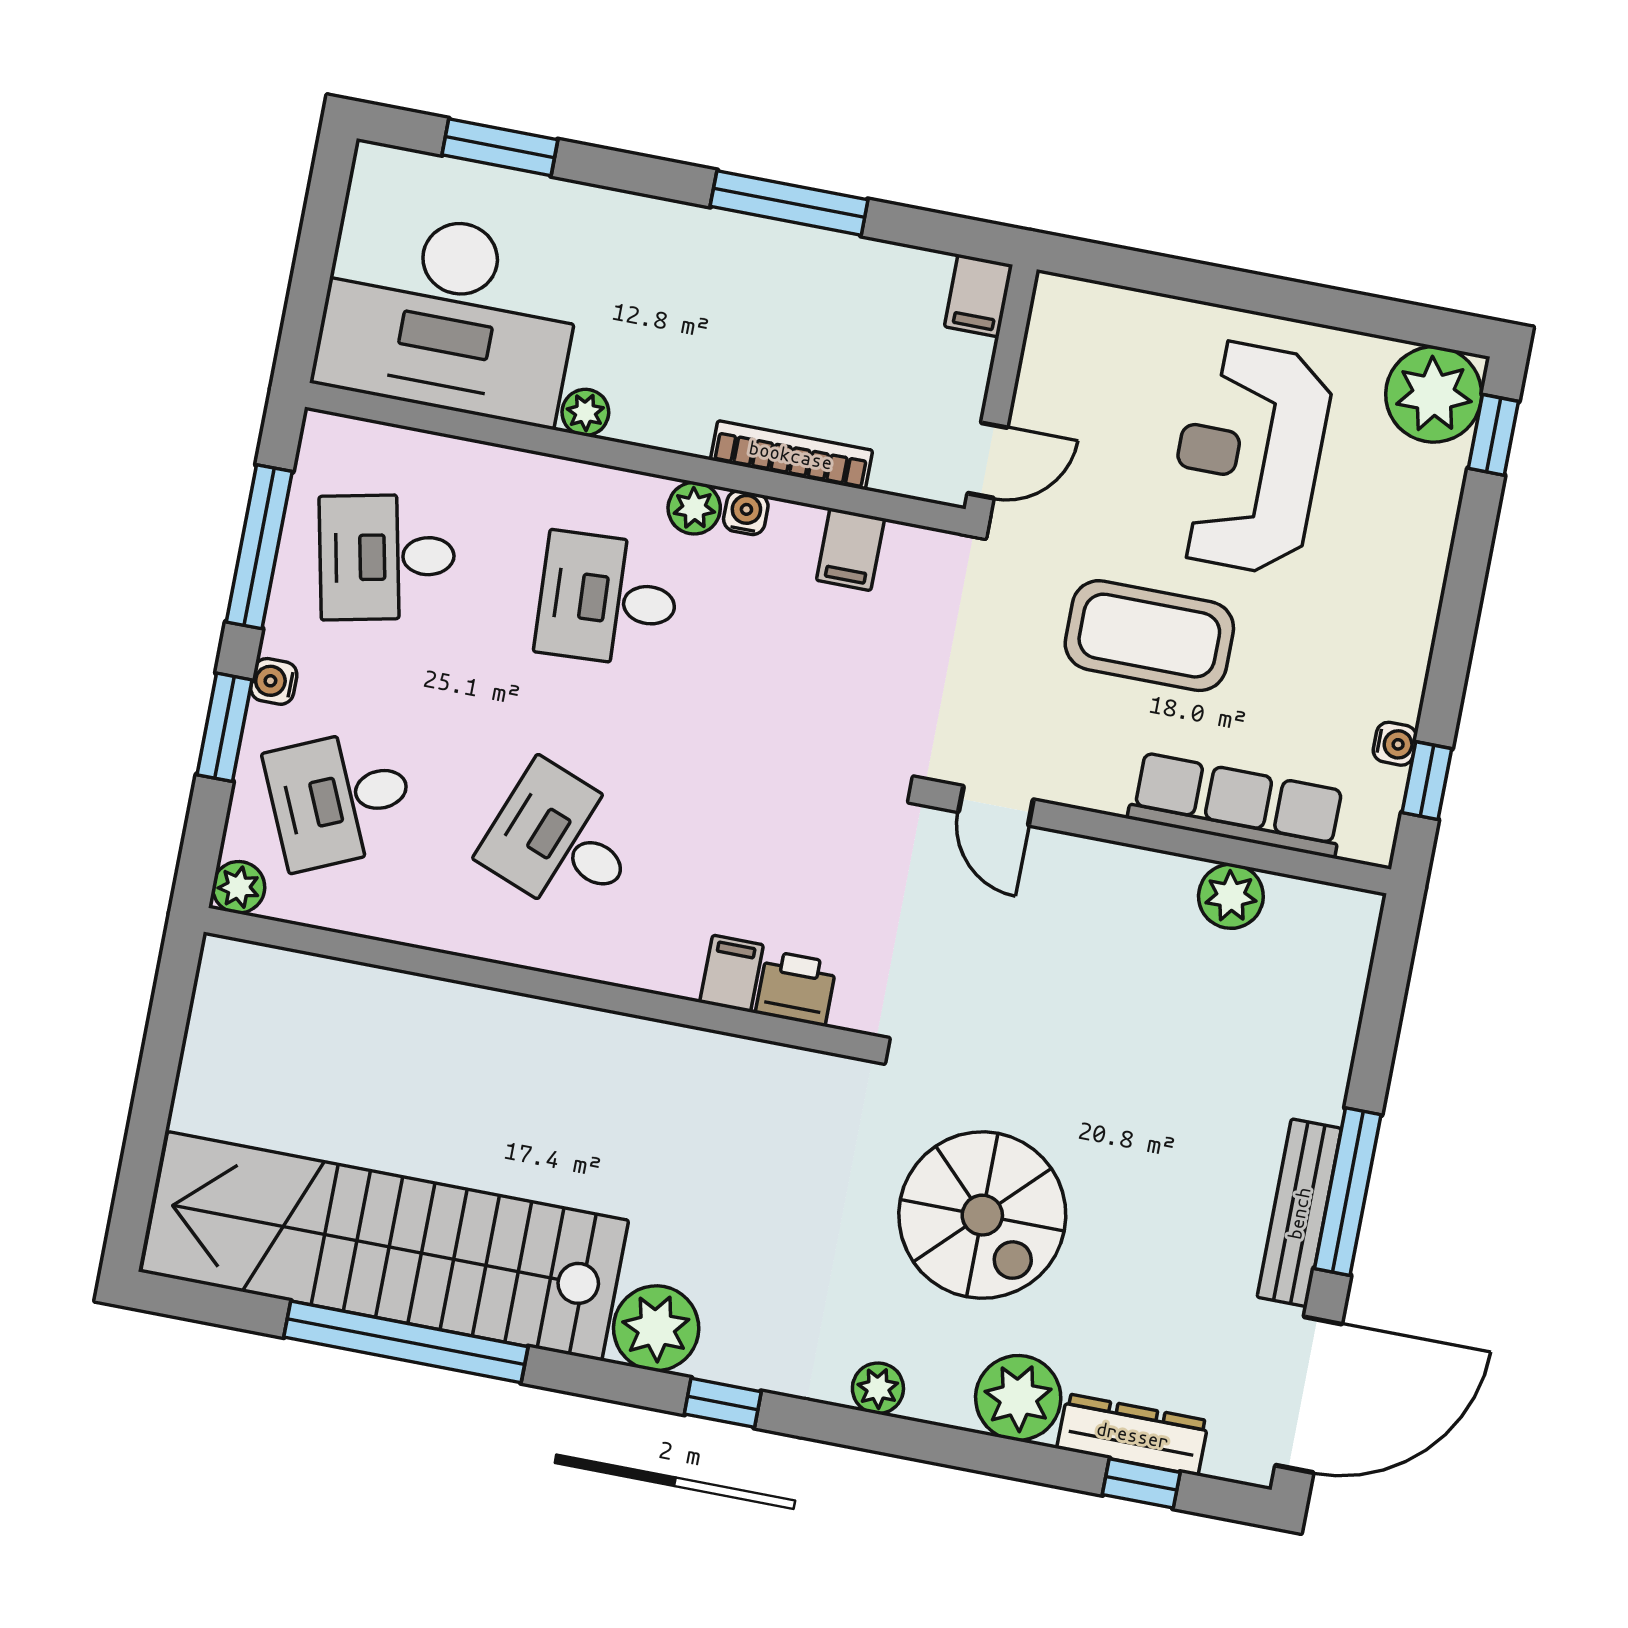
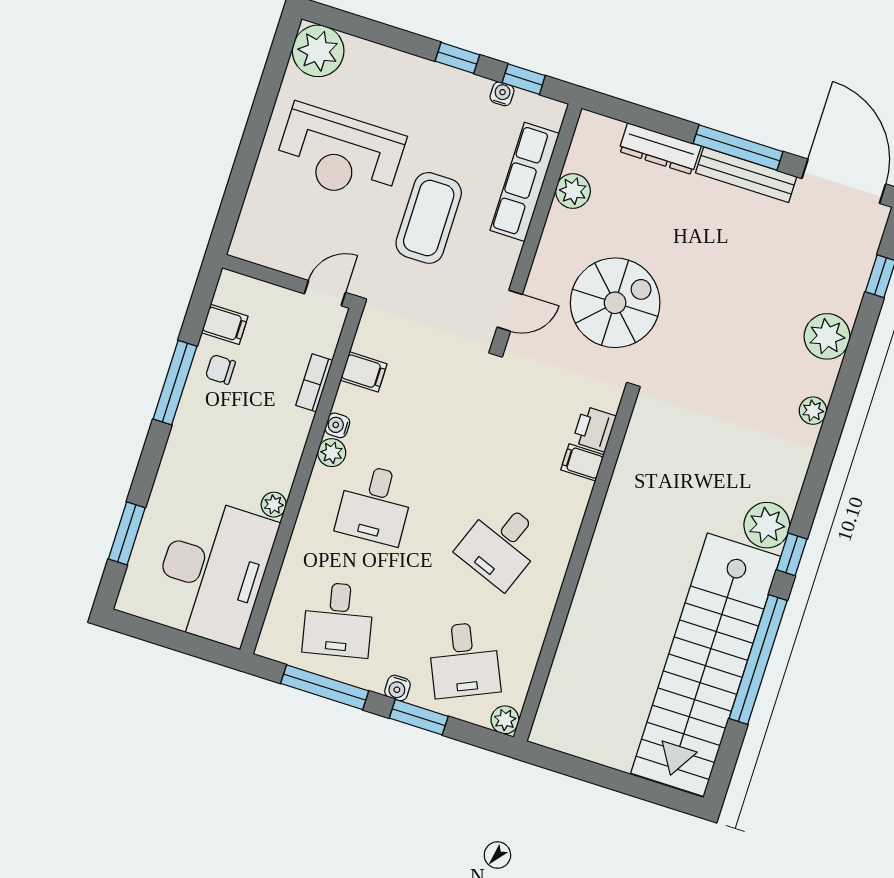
chair: (823, 284) -> (220, 369), added
filing cabinet: (978, 296) -> (225, 324), moved
window: (1493, 435) -> (457, 58), moved
bookcase: (791, 455) -> (314, 383), width x0.64
door: (987, 460) -> (325, 293), hinge flipped
spiral stairs: (982, 1215) -> (615, 303), moved
window: (723, 1403) -> (792, 554), moved
dresser: (1133, 1435) -> (660, 149), moved, turned -90

